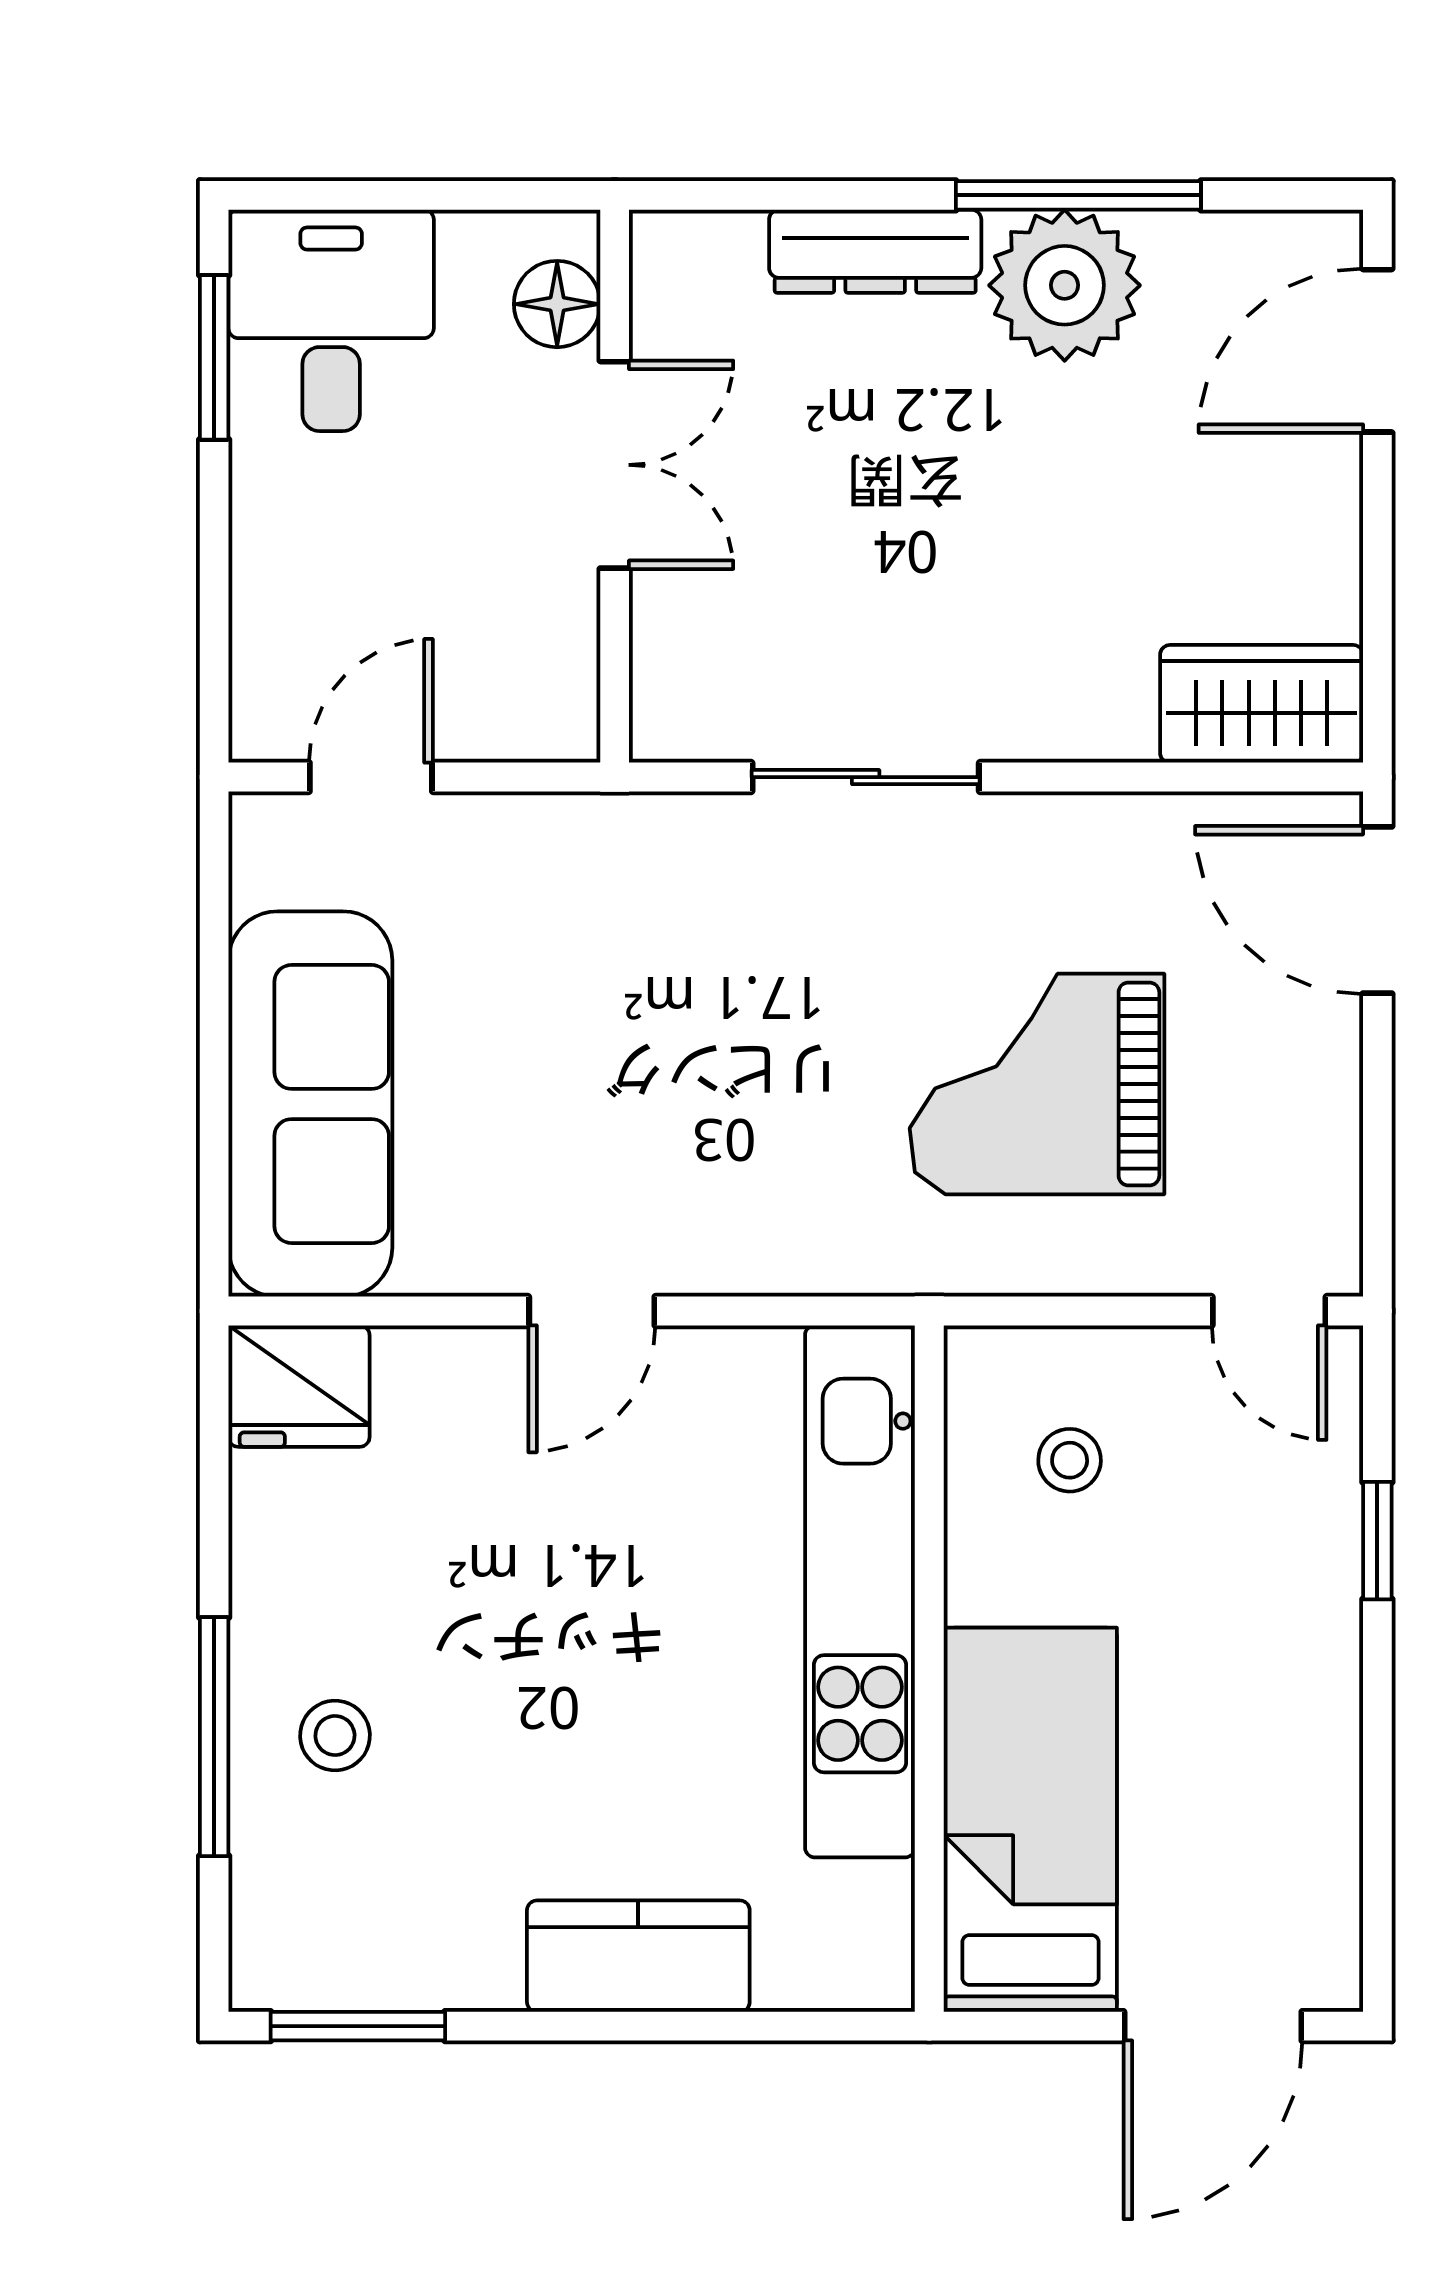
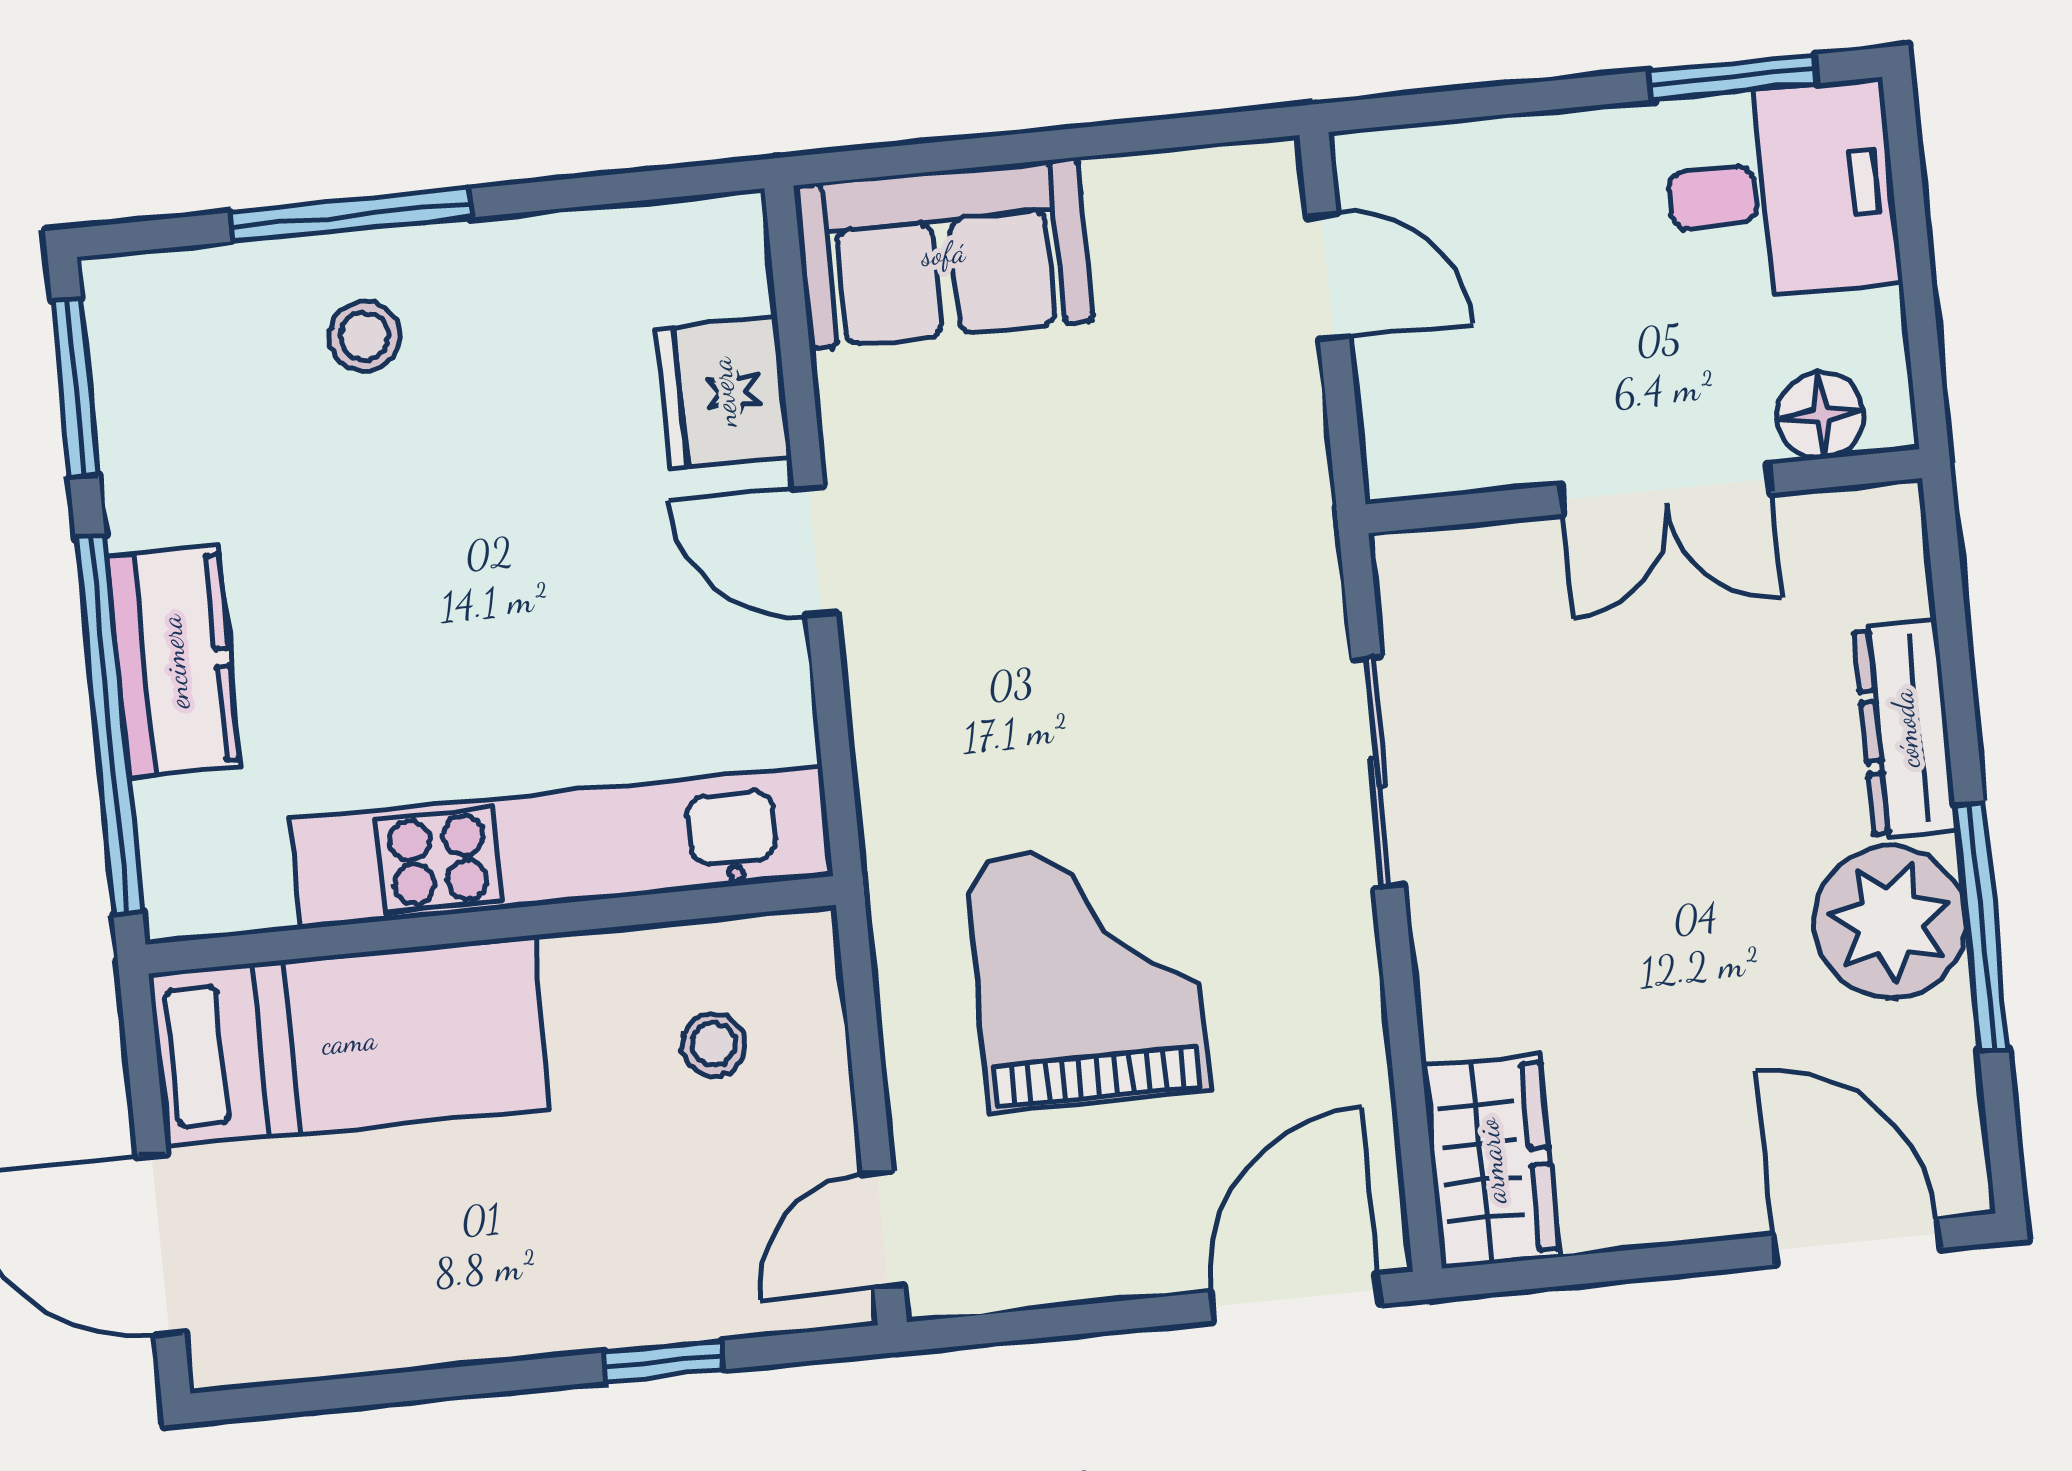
sofa: (310, 1104) -> (943, 253), width x0.73
fridge: (299, 1386) -> (723, 392), moved
window: (695, 2026) -> (109, 726), added

